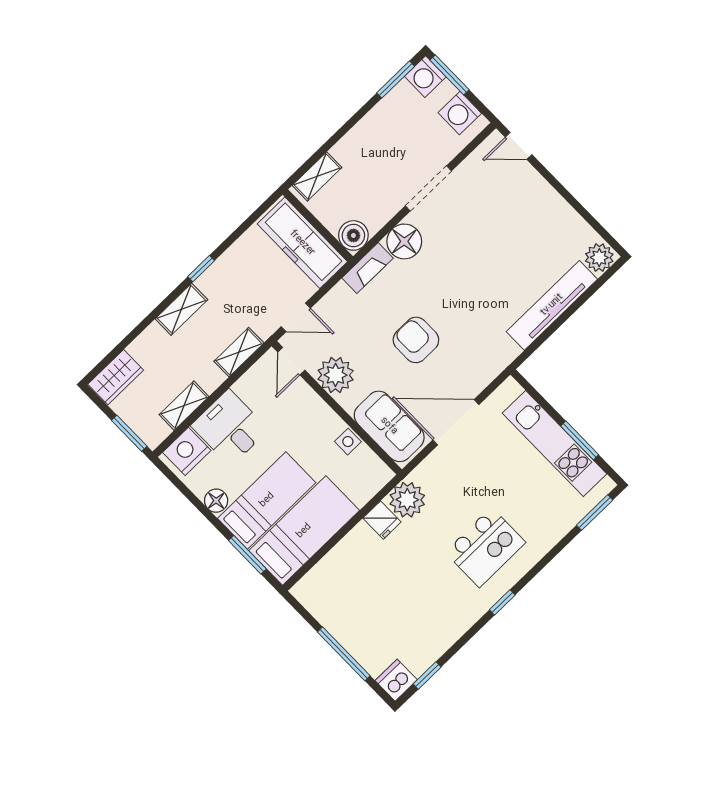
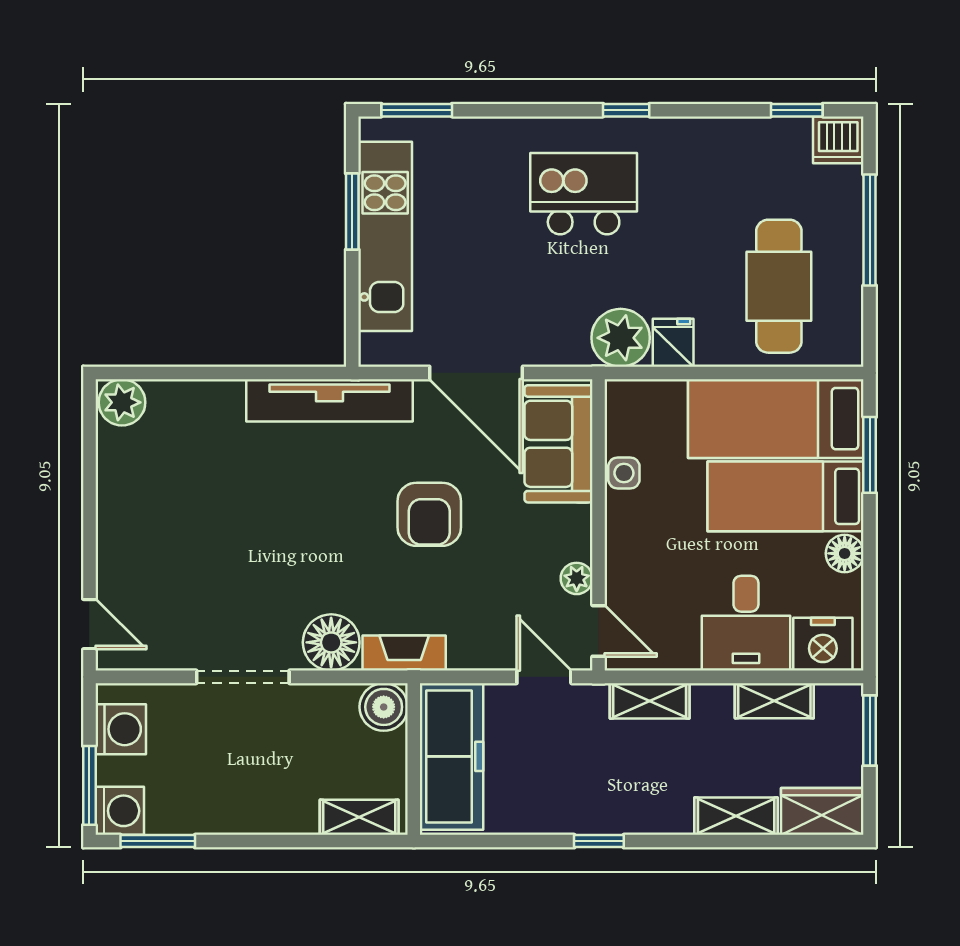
tv unit: (552, 305) -> (330, 400), moved
shelving: (181, 309) -> (736, 816), moved
door: (291, 361) -> (599, 631), hinge flipped
plant: (336, 375) -> (577, 578), width x0.53, depth x0.53
cafe table: (360, 590) -> (779, 286), added

